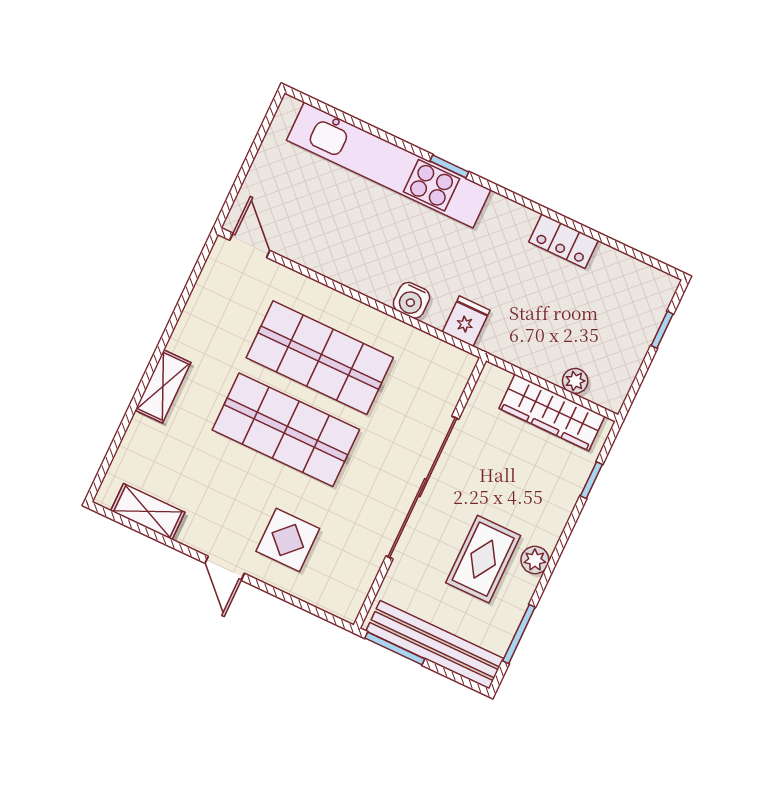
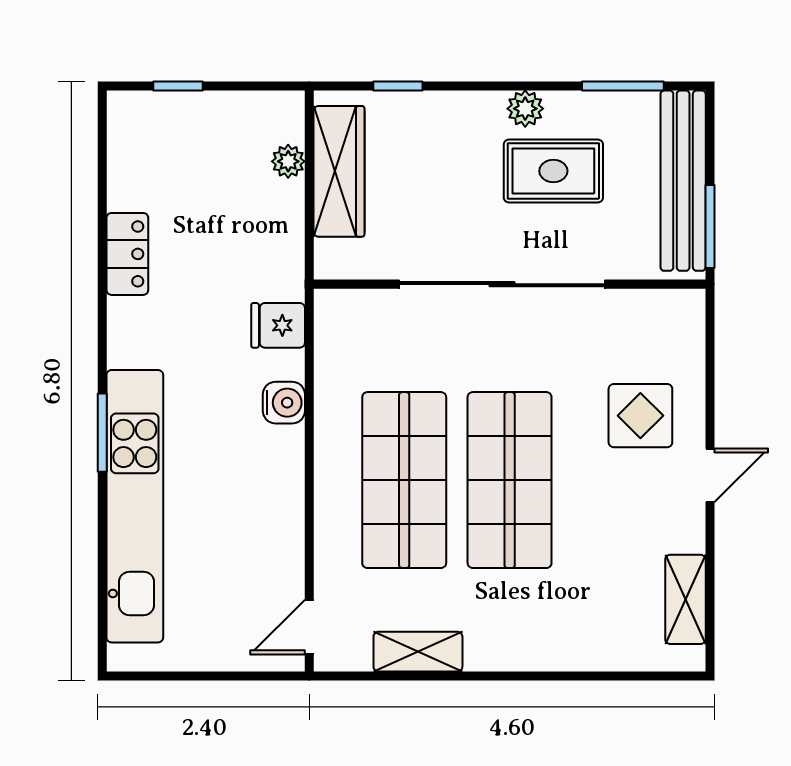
window: (449, 166) -> (102, 433), width x1.50
shelving: (163, 386) -> (418, 652), moved

